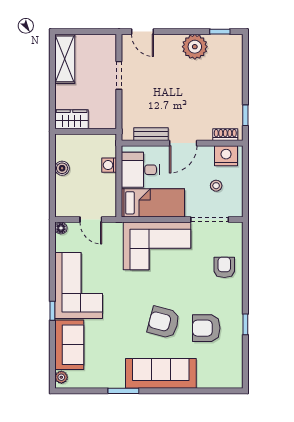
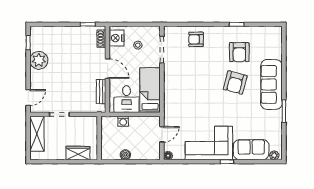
shelving: (65, 59) -> (37, 134), moved, turned 90
wardrobe: (72, 119) -> (78, 153), moved, turned 90
corner sofa: (157, 246) -> (181, 87), removed

